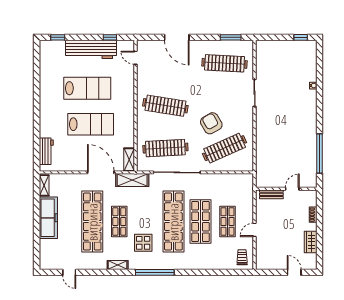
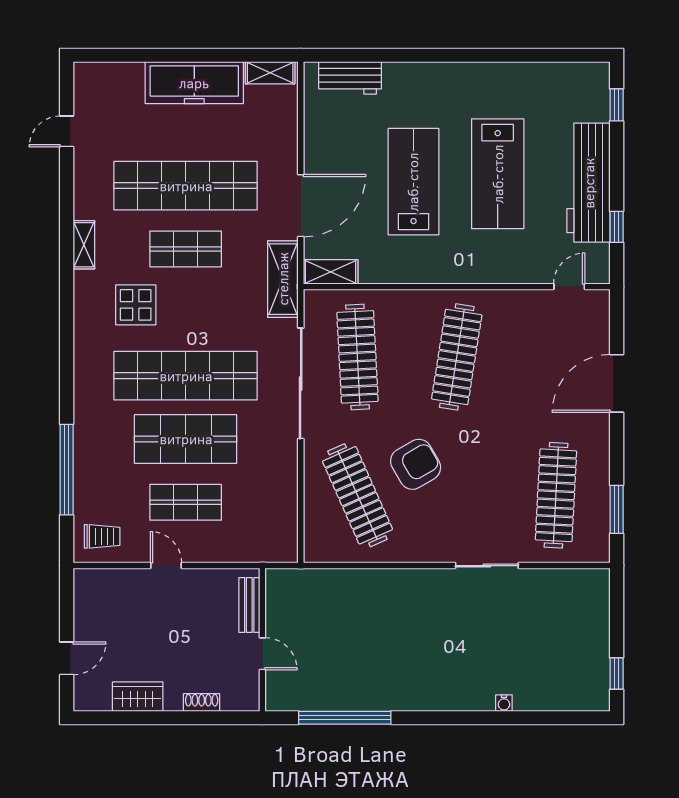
lab bench: (91, 124) -> (413, 182), turned 180
window: (155, 272) -> (67, 470), moved

